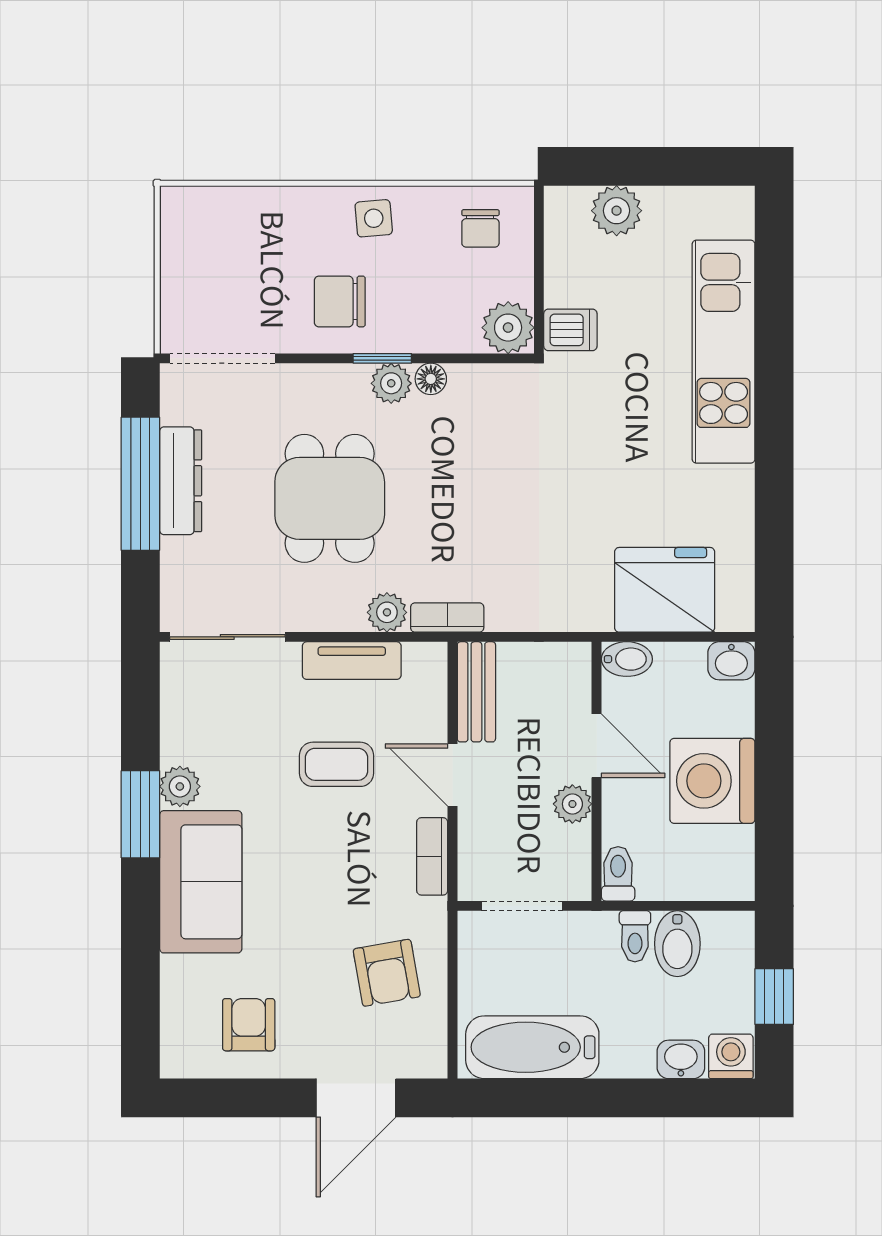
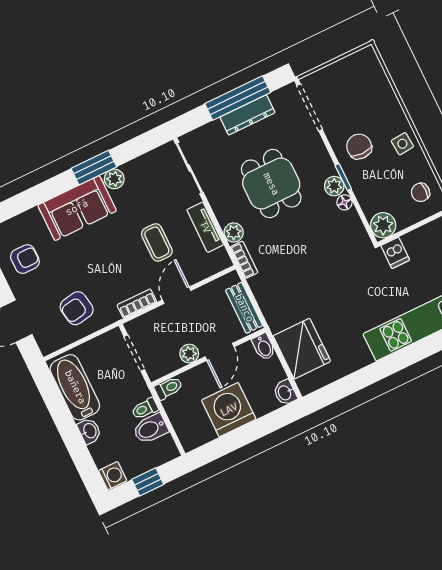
dining table: (330, 498) -> (271, 184), turned 90
bench: (476, 692) -> (244, 308), moved, turned 90
washbasin: (681, 1059) -> (89, 431), moved

